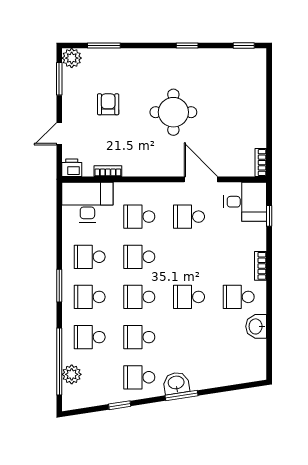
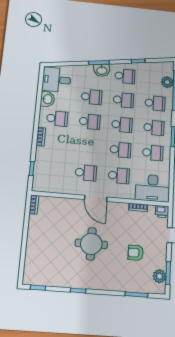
plant: (72, 58) -> (159, 276), moved
armchair: (108, 104) -> (136, 253), turned 90
door: (201, 179) -> (96, 198), moved
desk: (245, 202) -> (56, 80), moved
school desk: (189, 337) -> (92, 97), added

